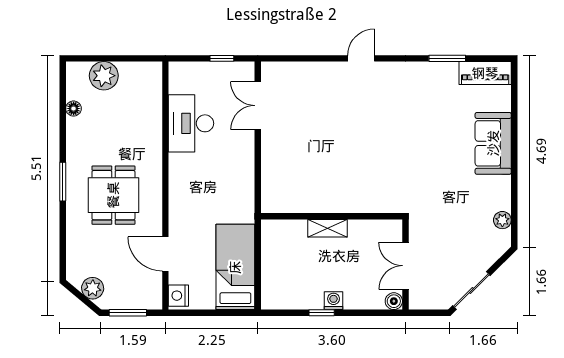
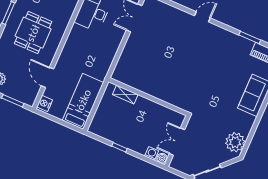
plant: (502, 220) -> (235, 142), width x1.87, depth x1.87
shelving: (328, 228) -> (125, 95), moved
washing machine: (334, 301) -> (152, 153), moved

